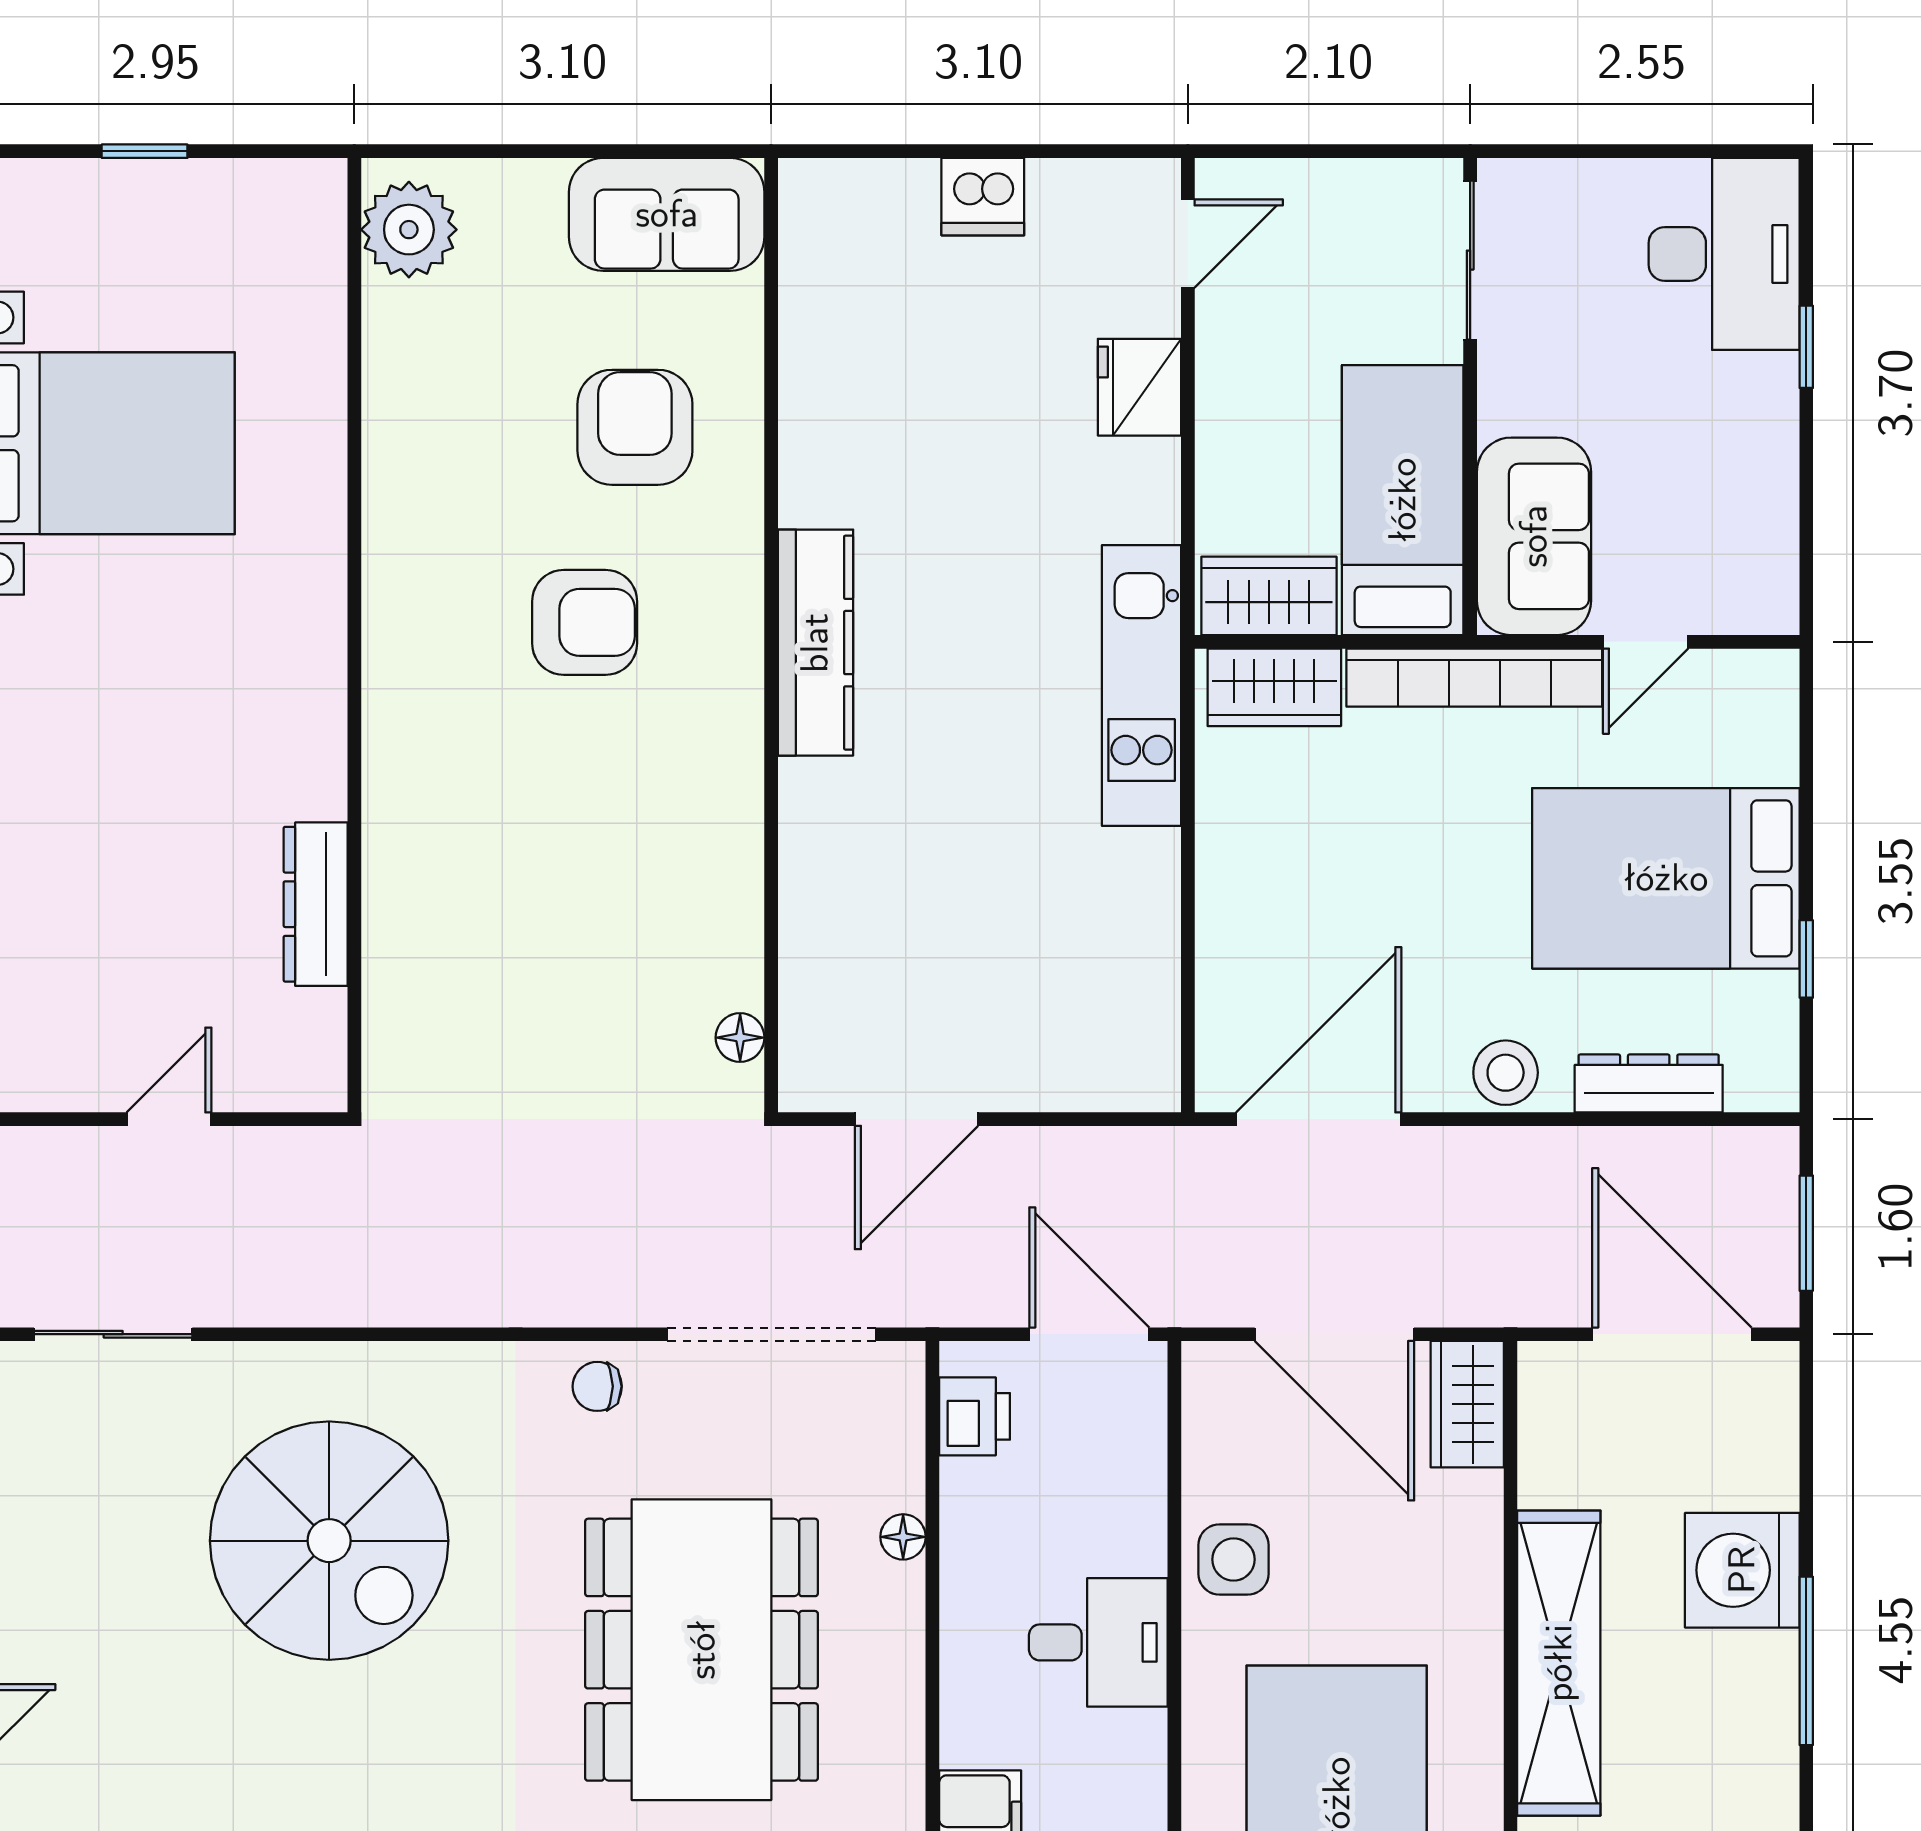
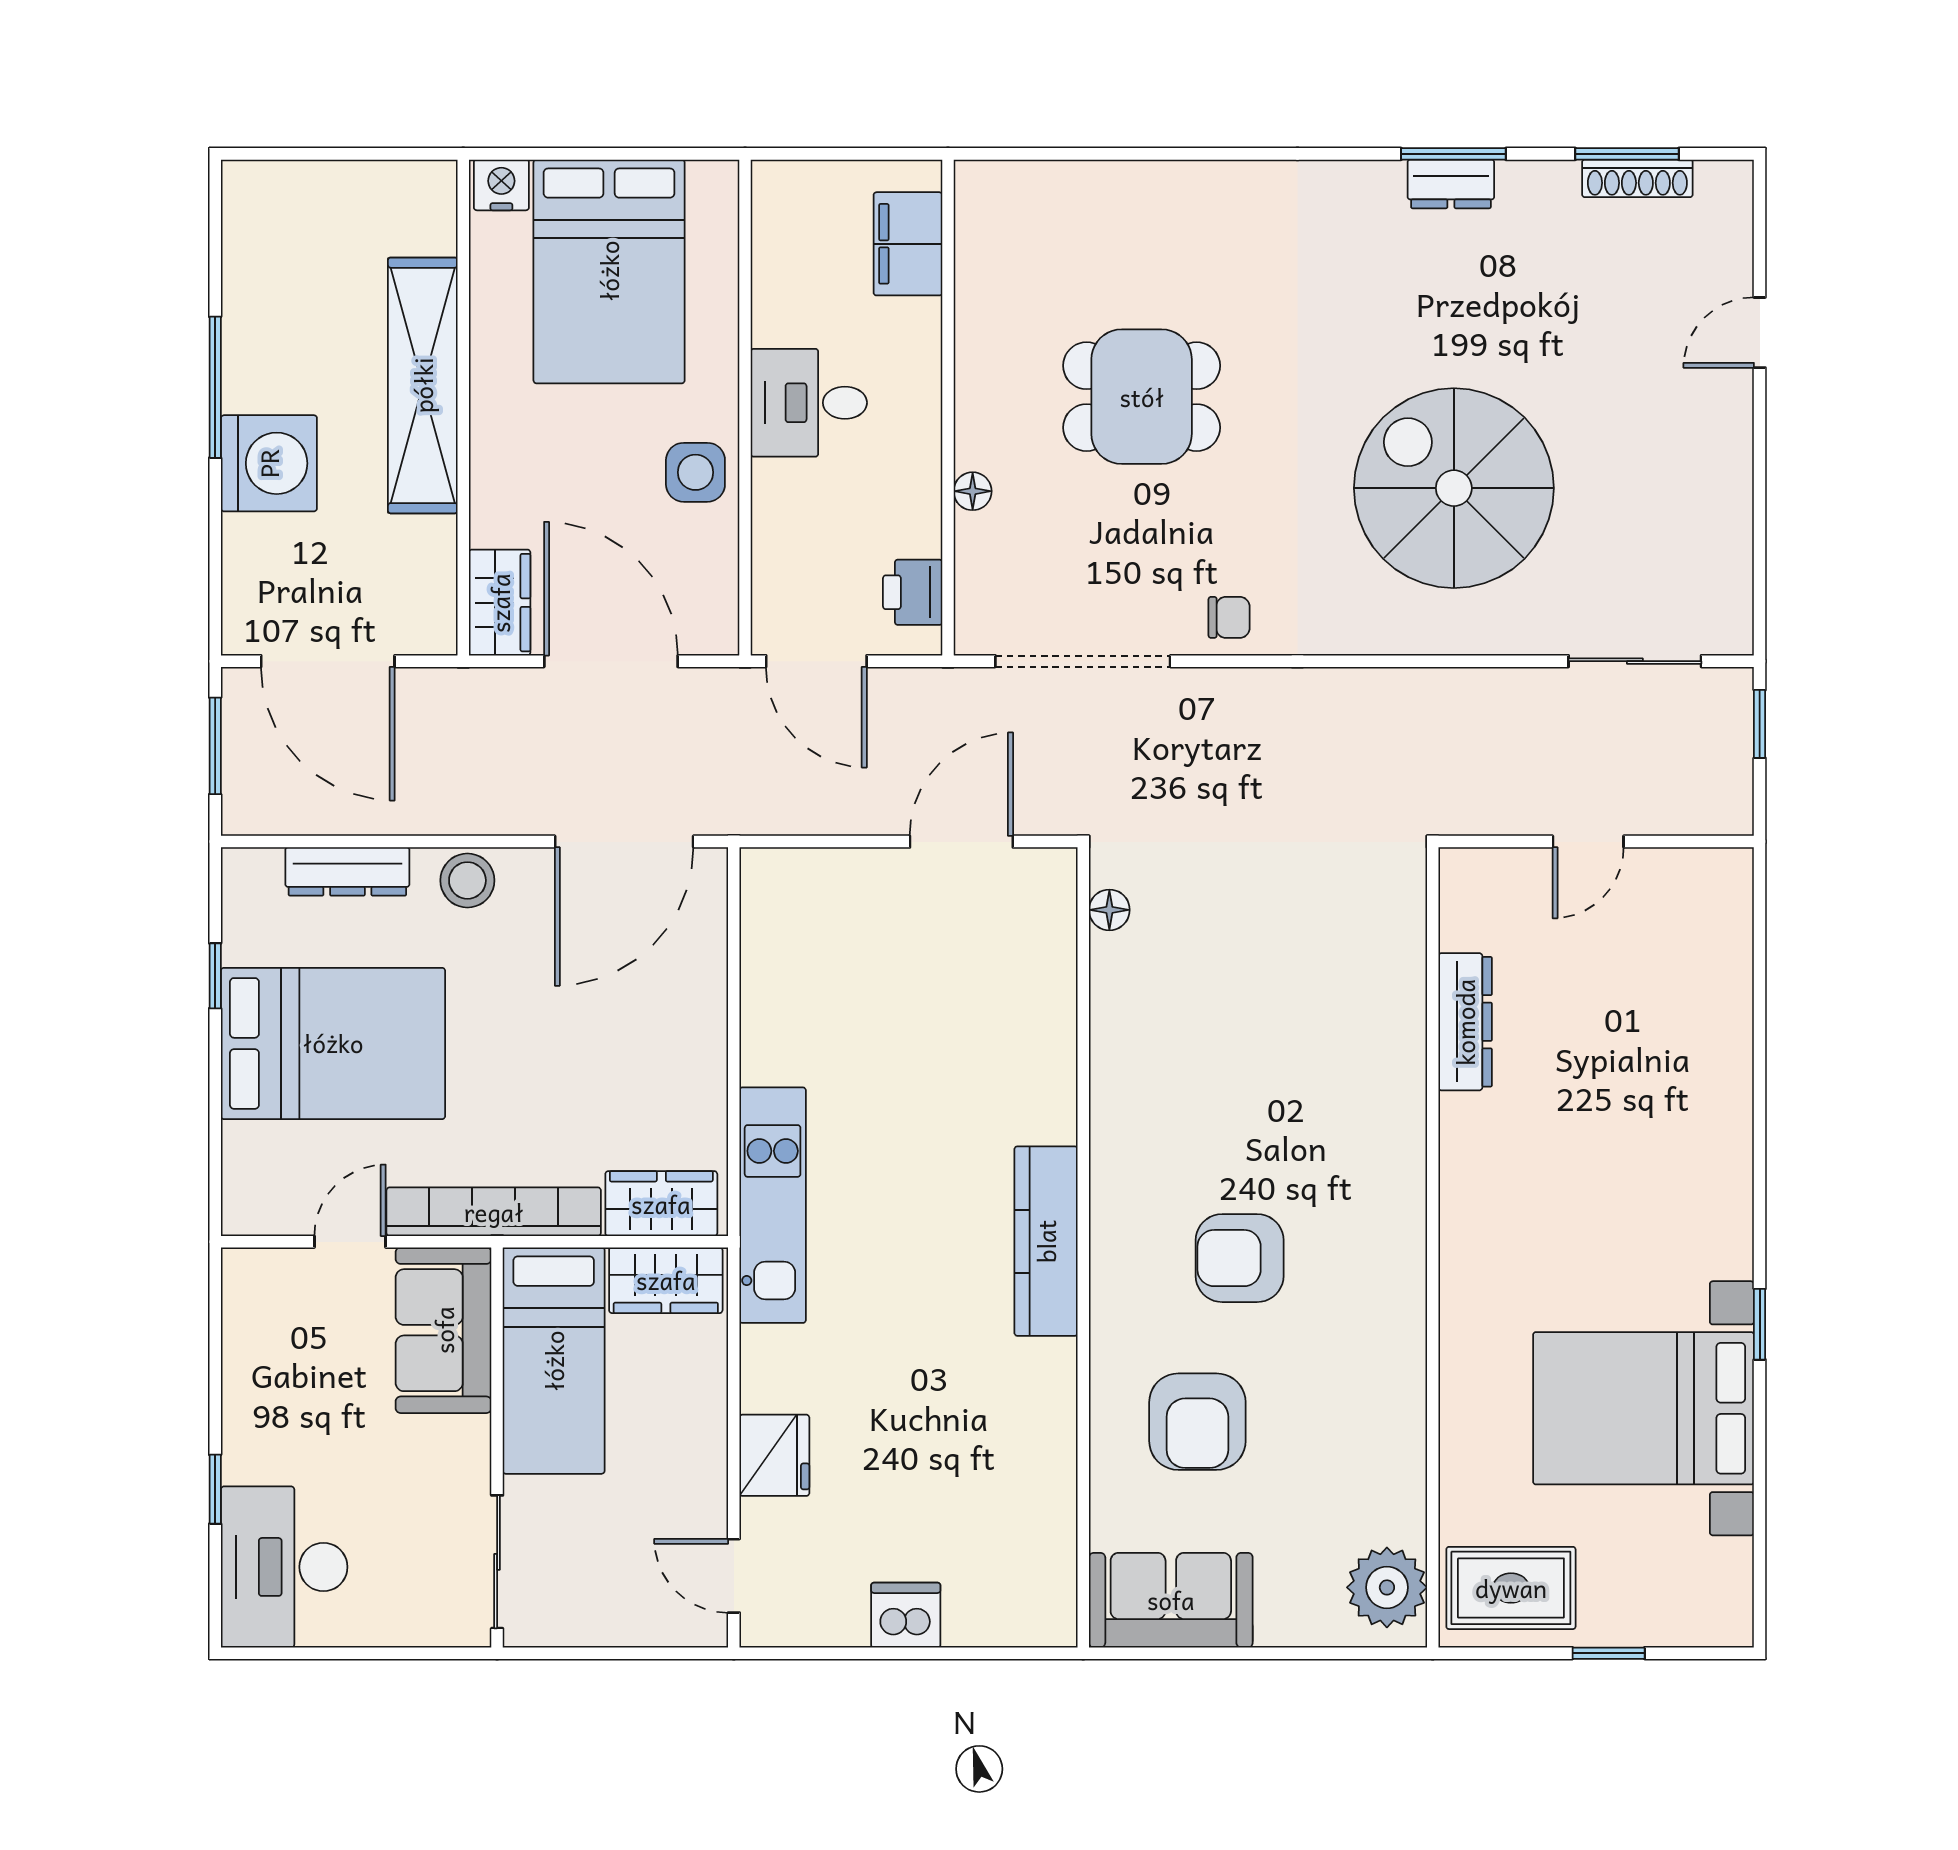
rug: (261, 229) -> (1511, 1588), added
door: (1188, 243) -> (734, 1576), hinge flipped
dining table: (702, 1650) -> (1142, 397), width x0.53, depth x0.80

